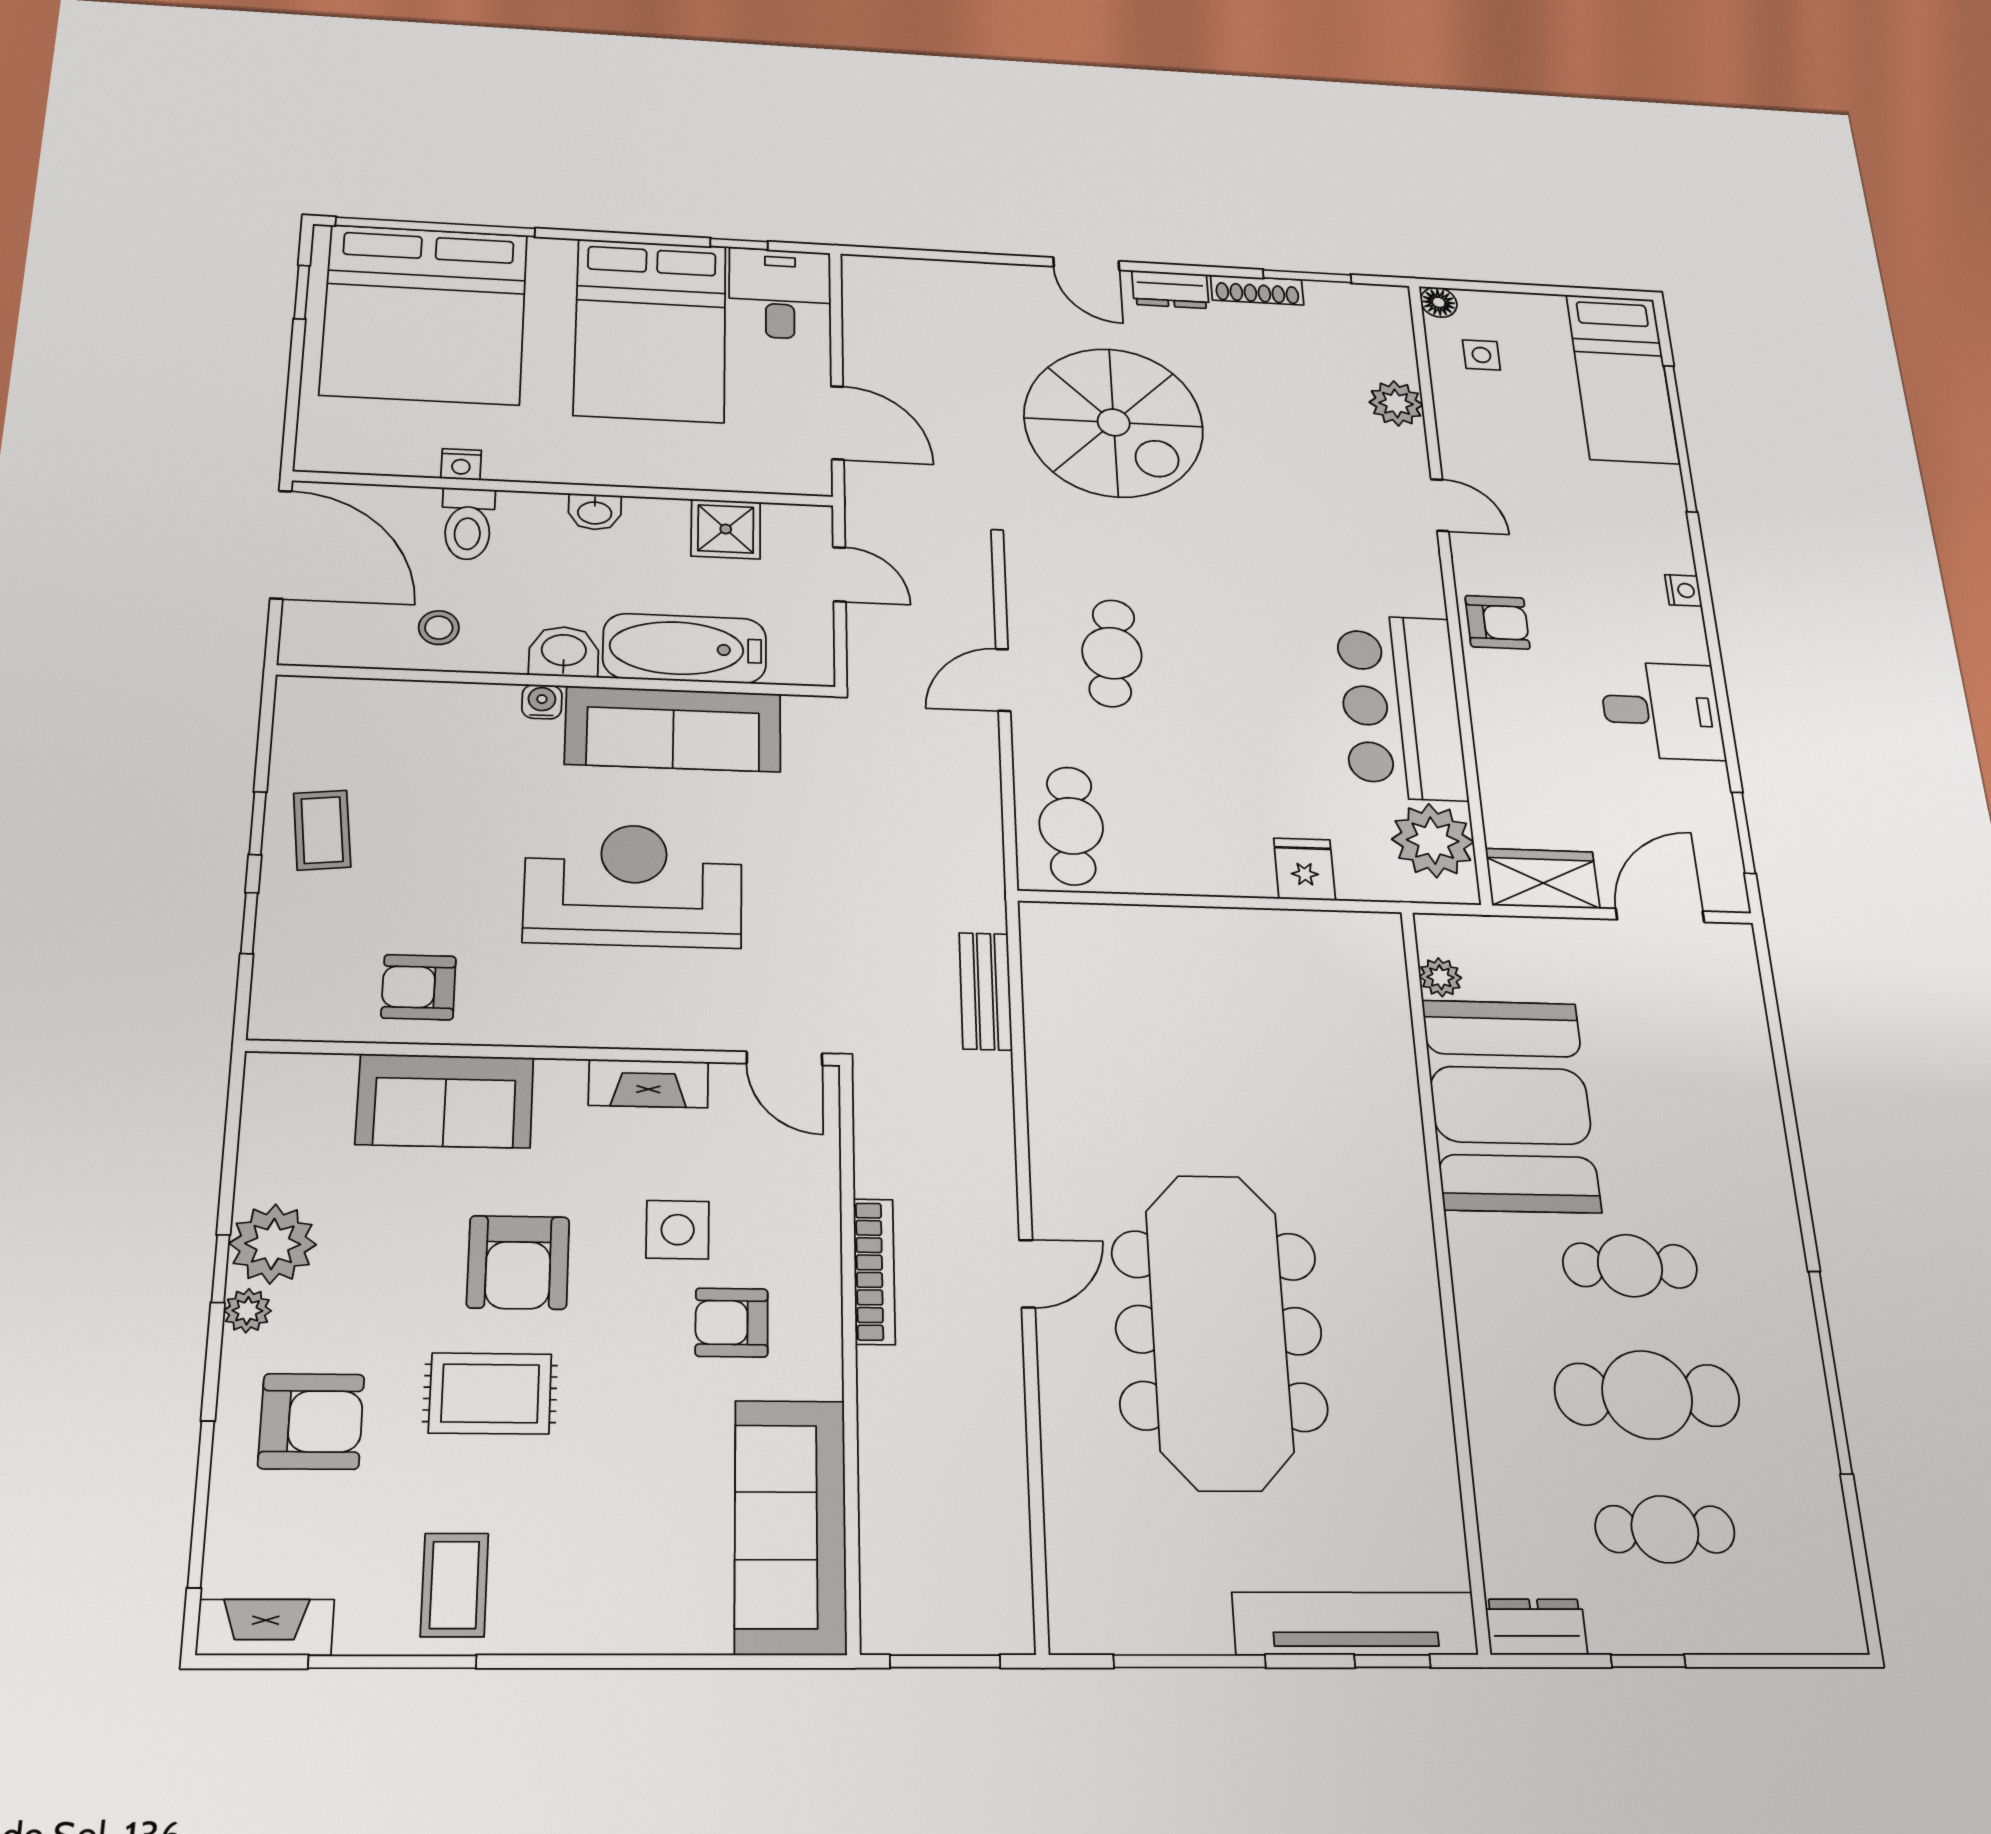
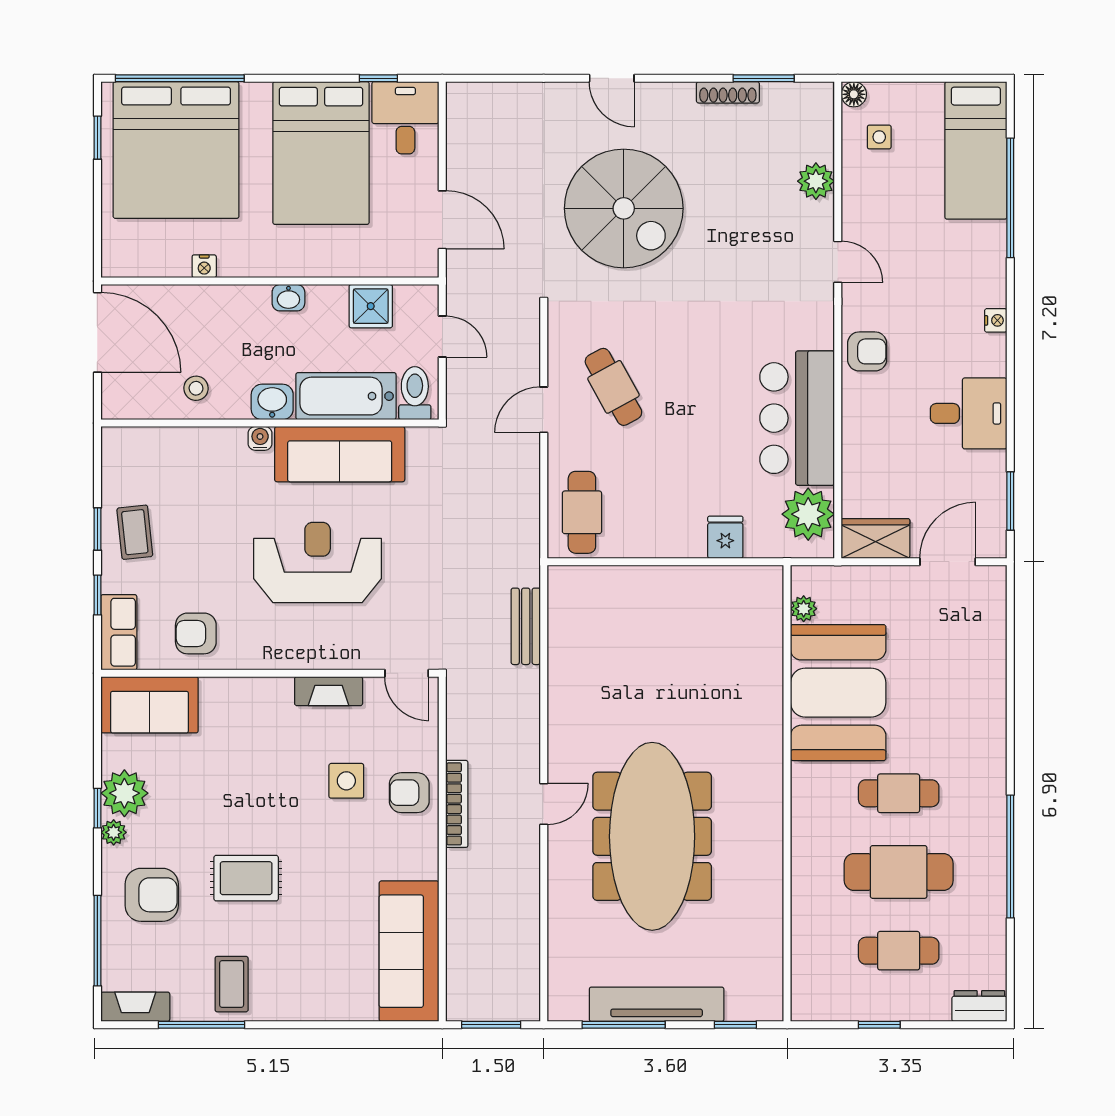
dresser: (1170, 289) -> (668, 96), removed
toilet: (468, 524) -> (415, 393), moved, turned 180
cafe table: (1112, 653) -> (613, 387), turned -34
row of seats: (283, 982) -> (119, 632), added
sofa: (445, 1101) -> (150, 705), moved
armchair: (518, 1262) -> (258, 802), removed
armchair: (732, 1323) -> (409, 793), moved
tv unit: (1355, 1624) -> (657, 1004), moved
dresser: (1536, 1627) -> (979, 1006), moved

